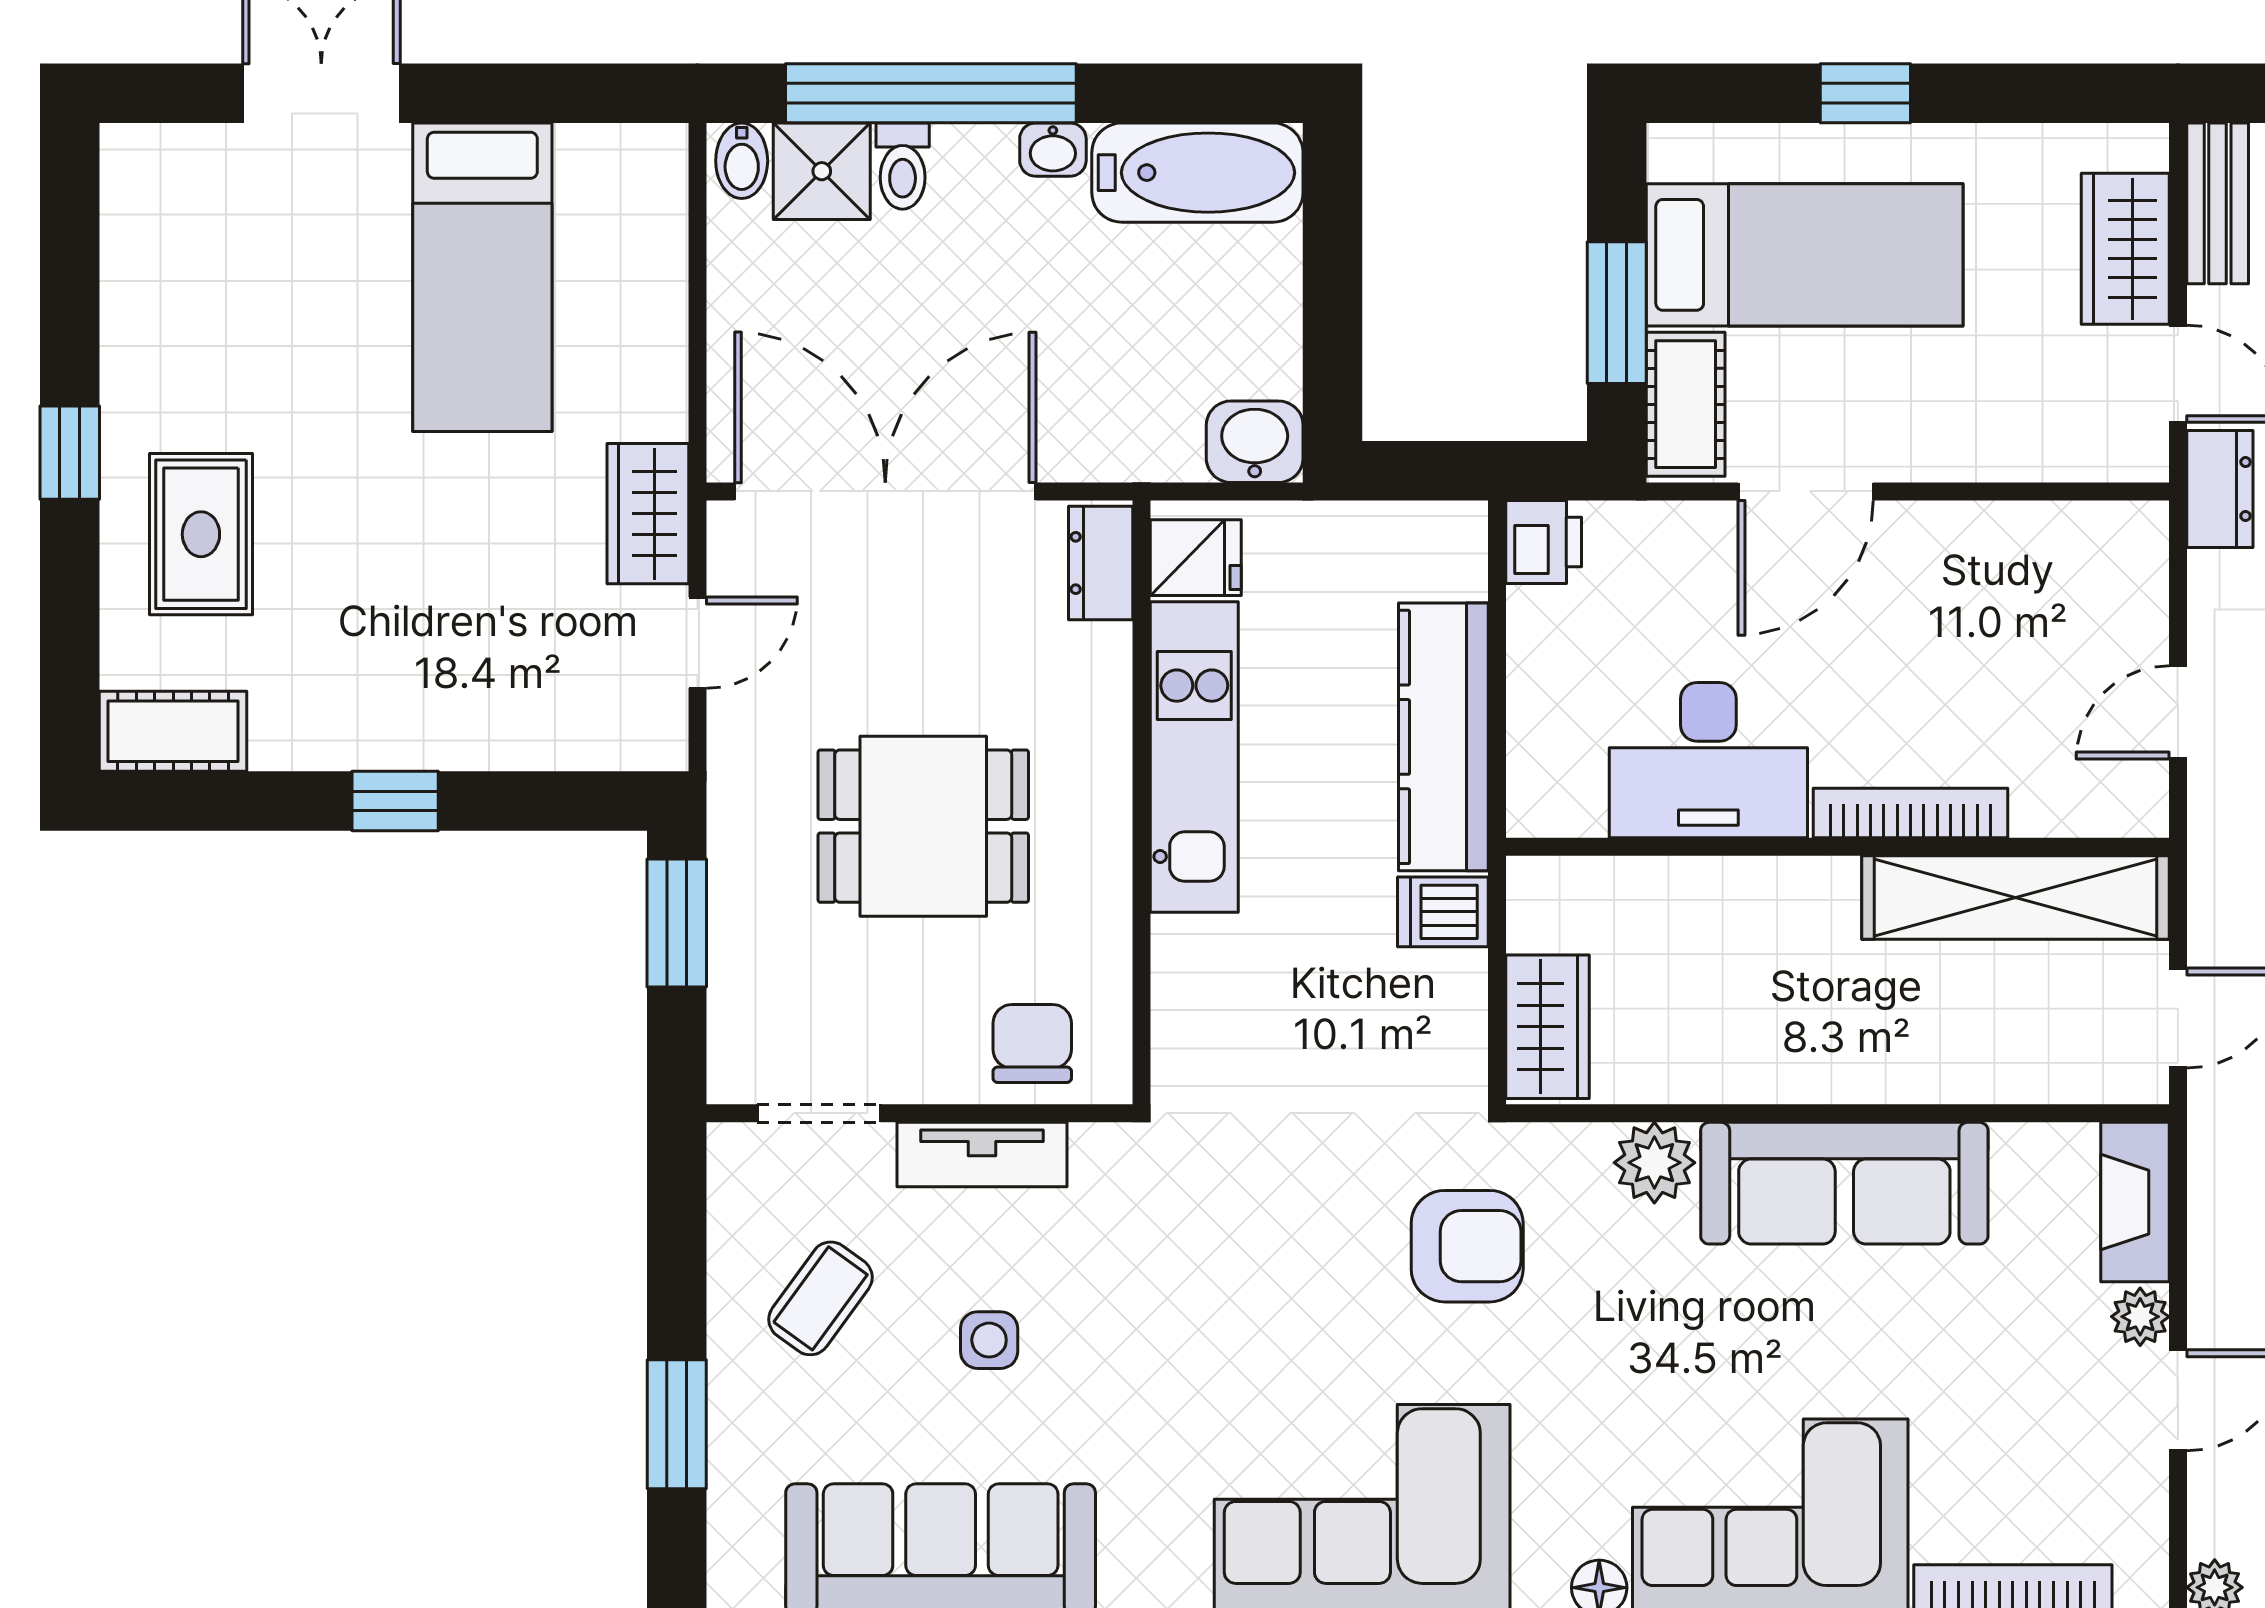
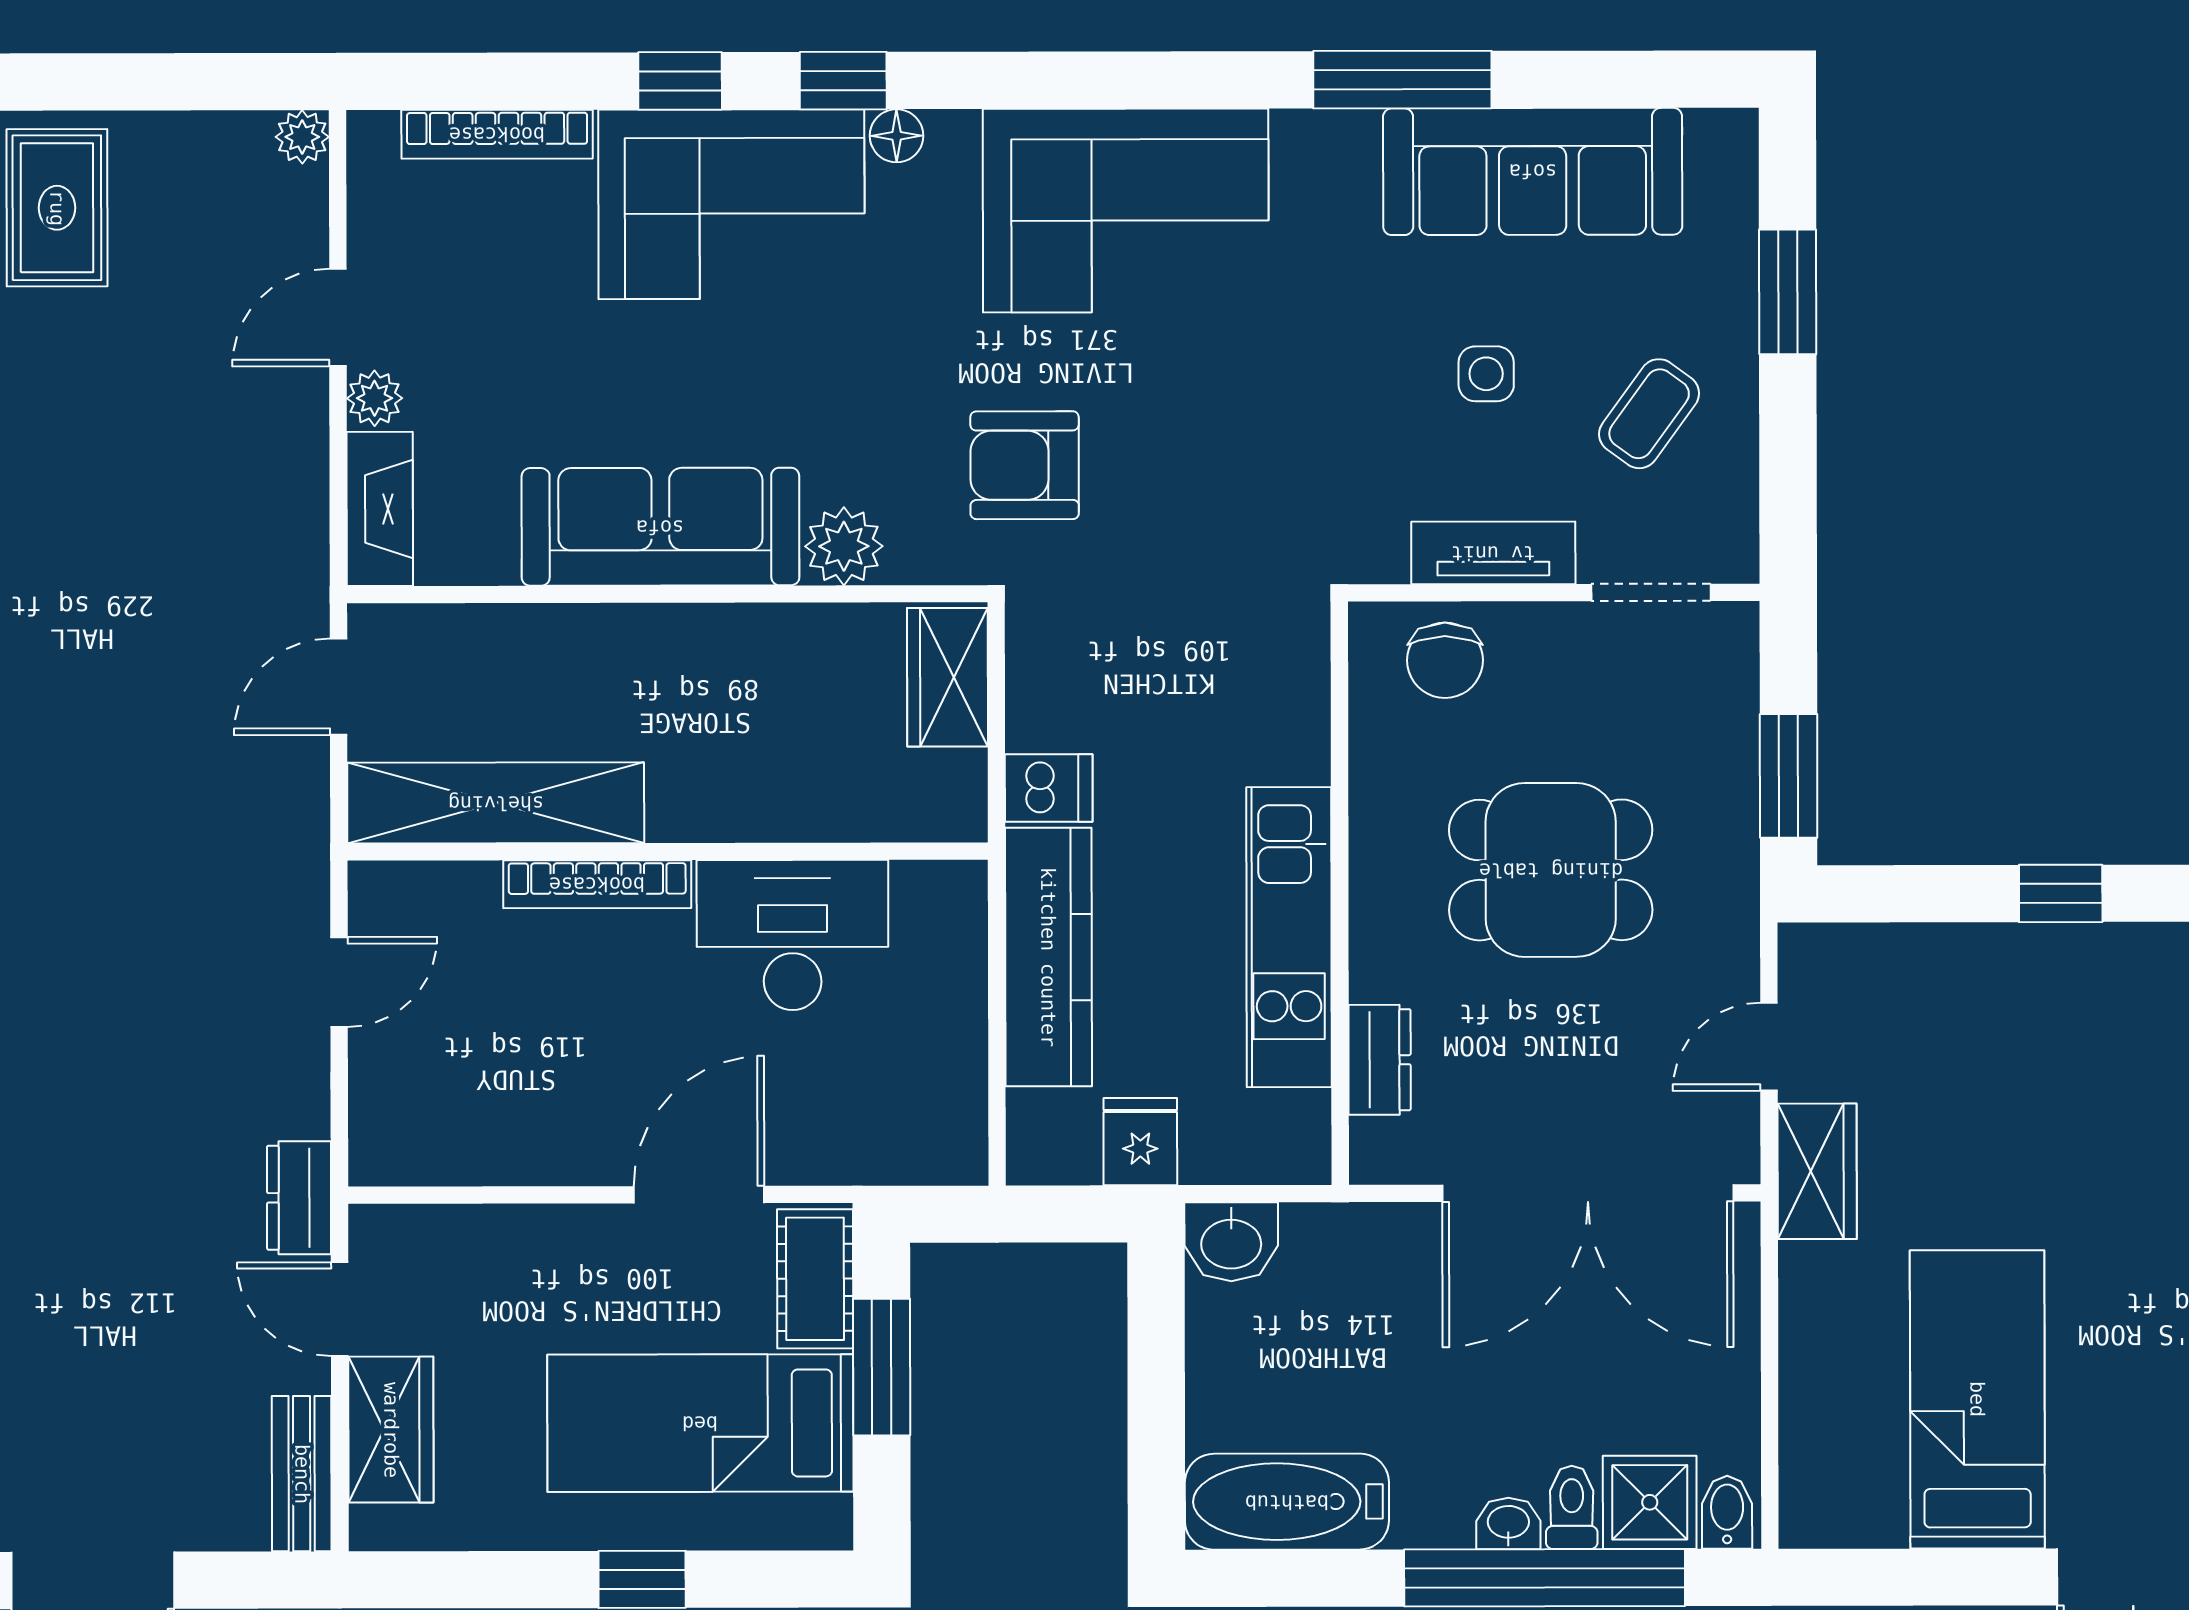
washbasin: (1053, 150) -> (1508, 1523), moved
printer: (1544, 542) -> (952, 1145), removed
fridge: (1196, 558) -> (1140, 1142), moved, turned 90
dresser: (1101, 563) -> (1380, 1060), moved

